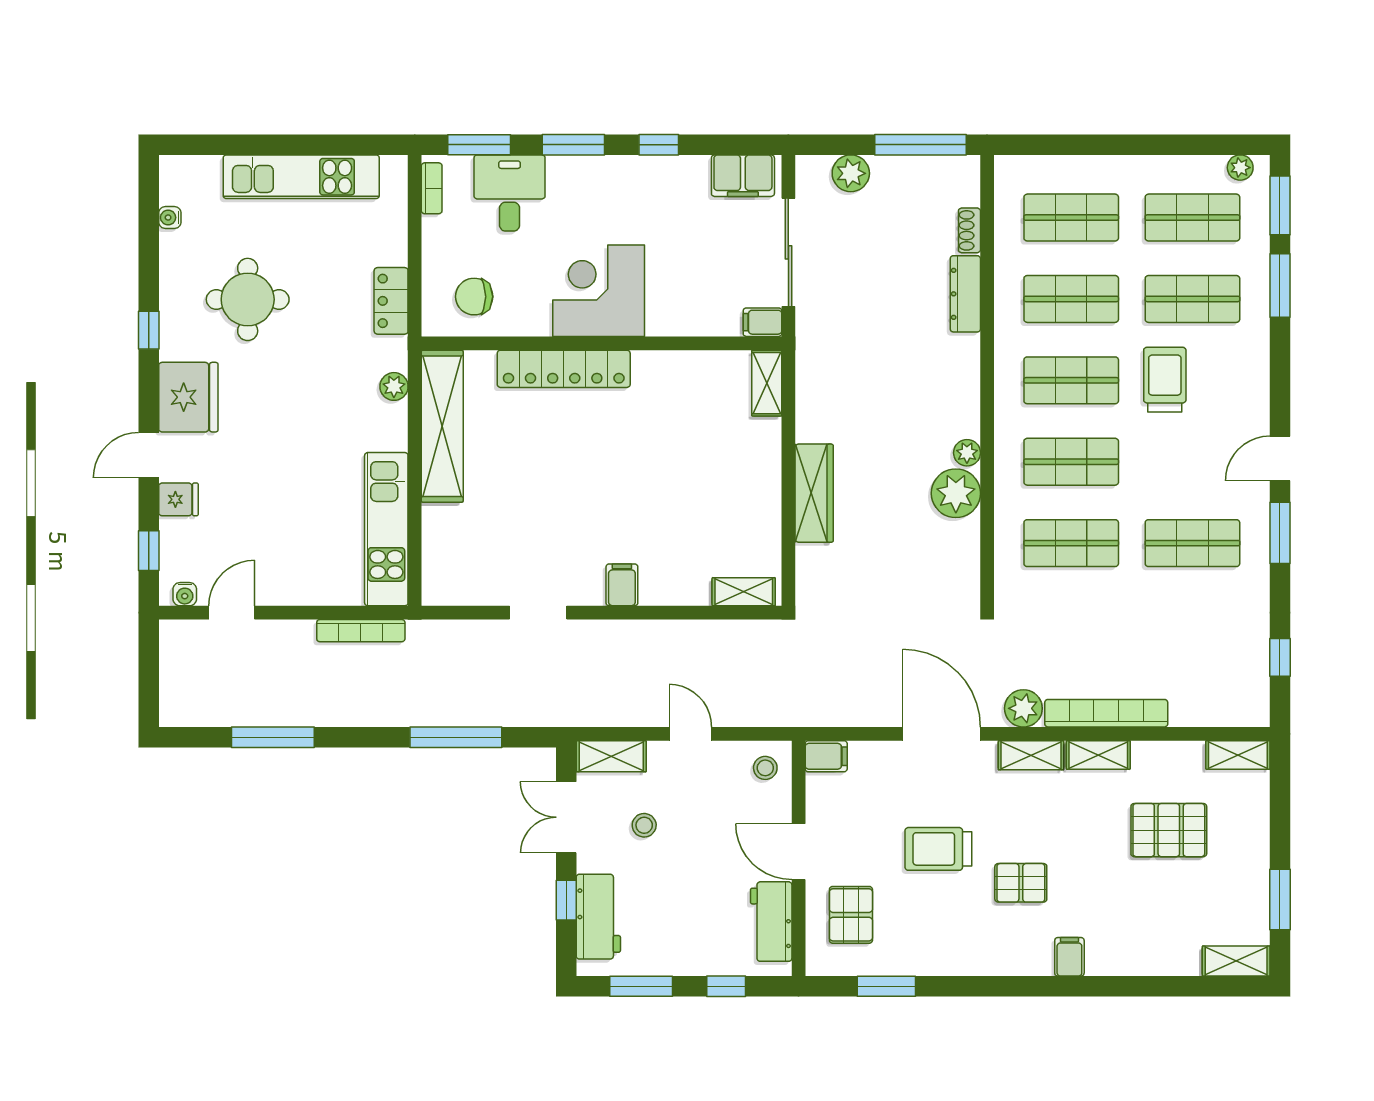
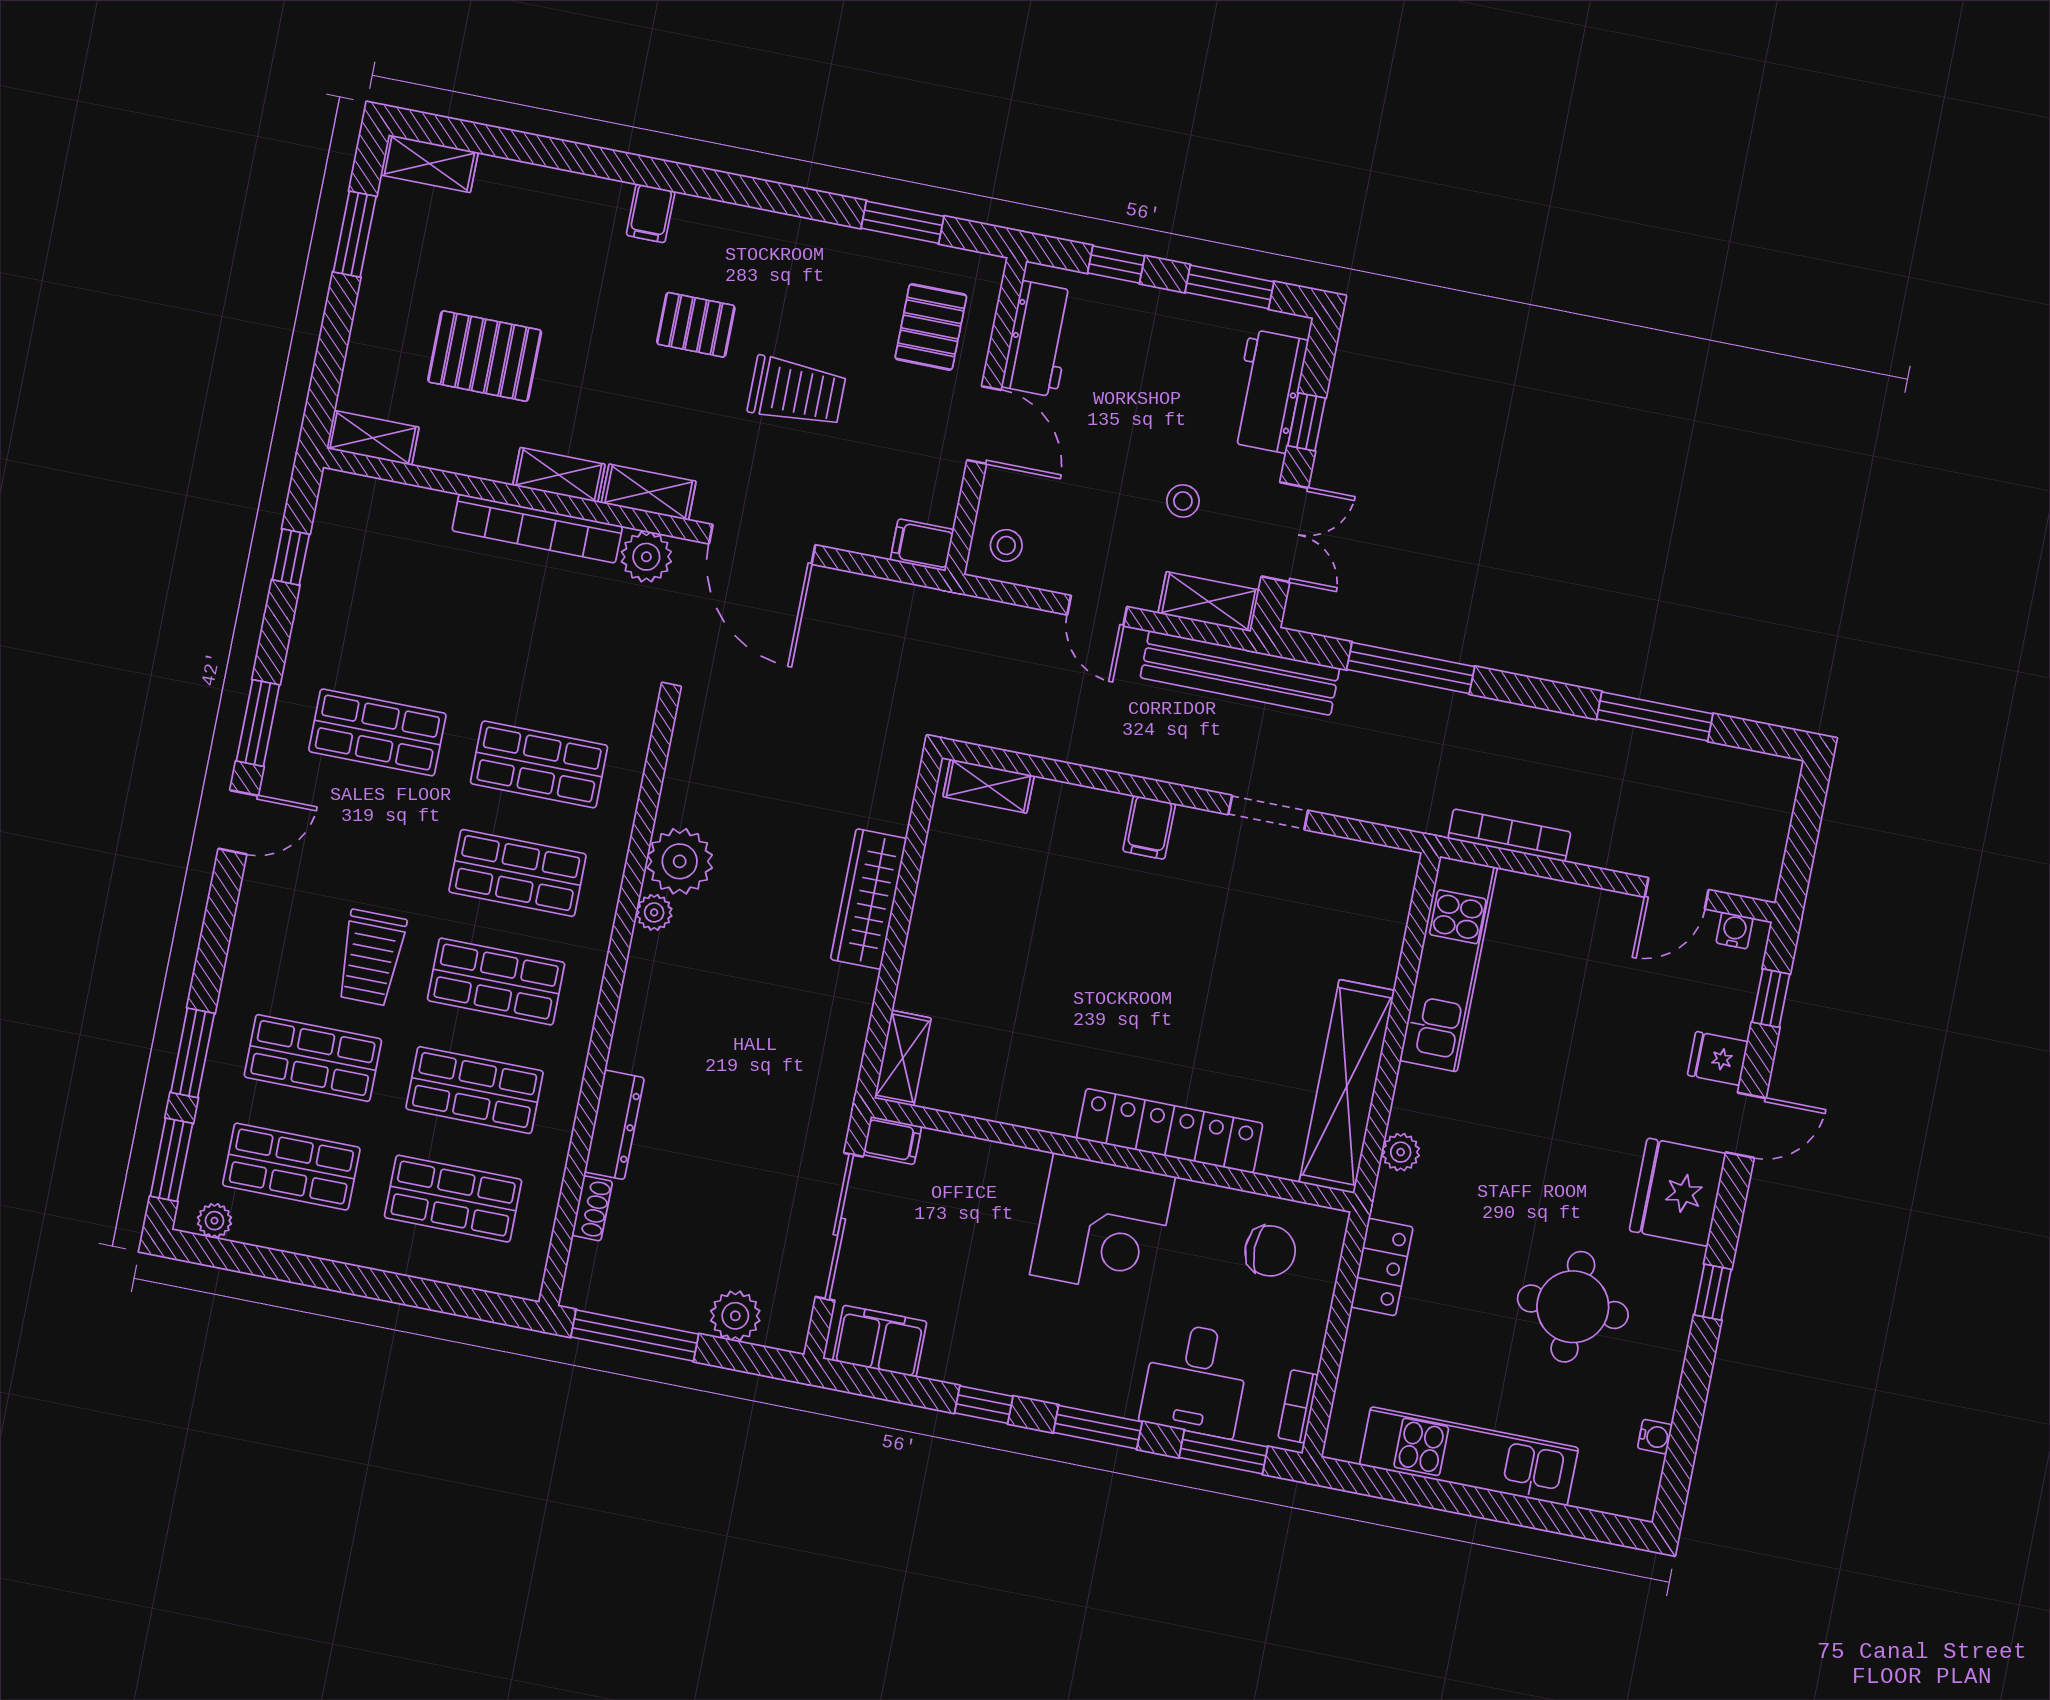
bench: (578, 709) -> (1240, 673), added

